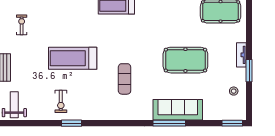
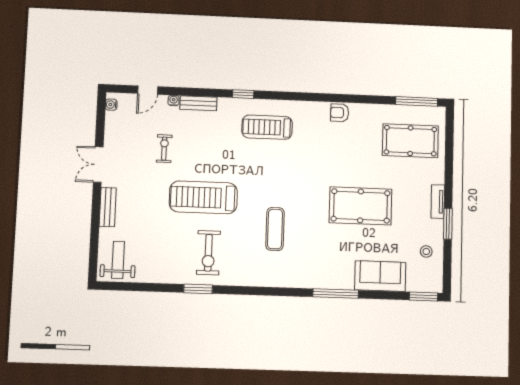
exercise bike: (22, 25) -> (164, 149), moved
exercise bike: (61, 101) -> (208, 253), moved, width x1.38, depth x1.39
sofa: (178, 110) -> (380, 276), moved, width x0.73

